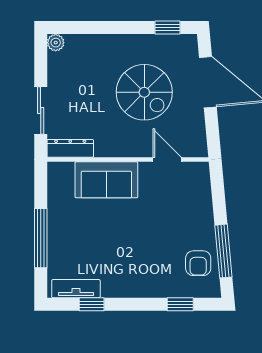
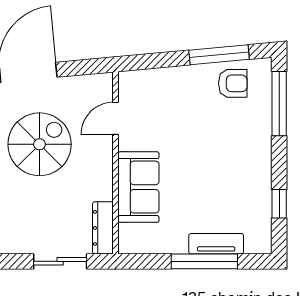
tv unit: (76, 289) -> (216, 244), moved, turned 90
window: (180, 304) -> (279, 104), width x2.17

